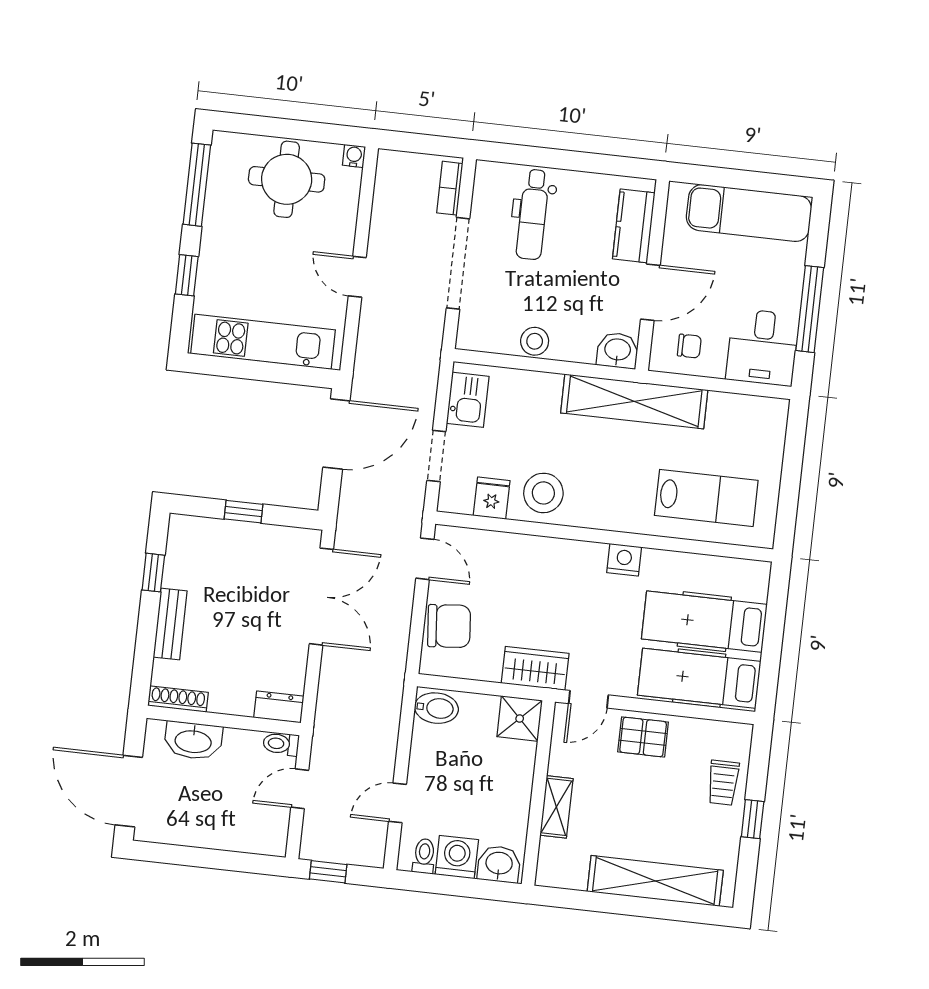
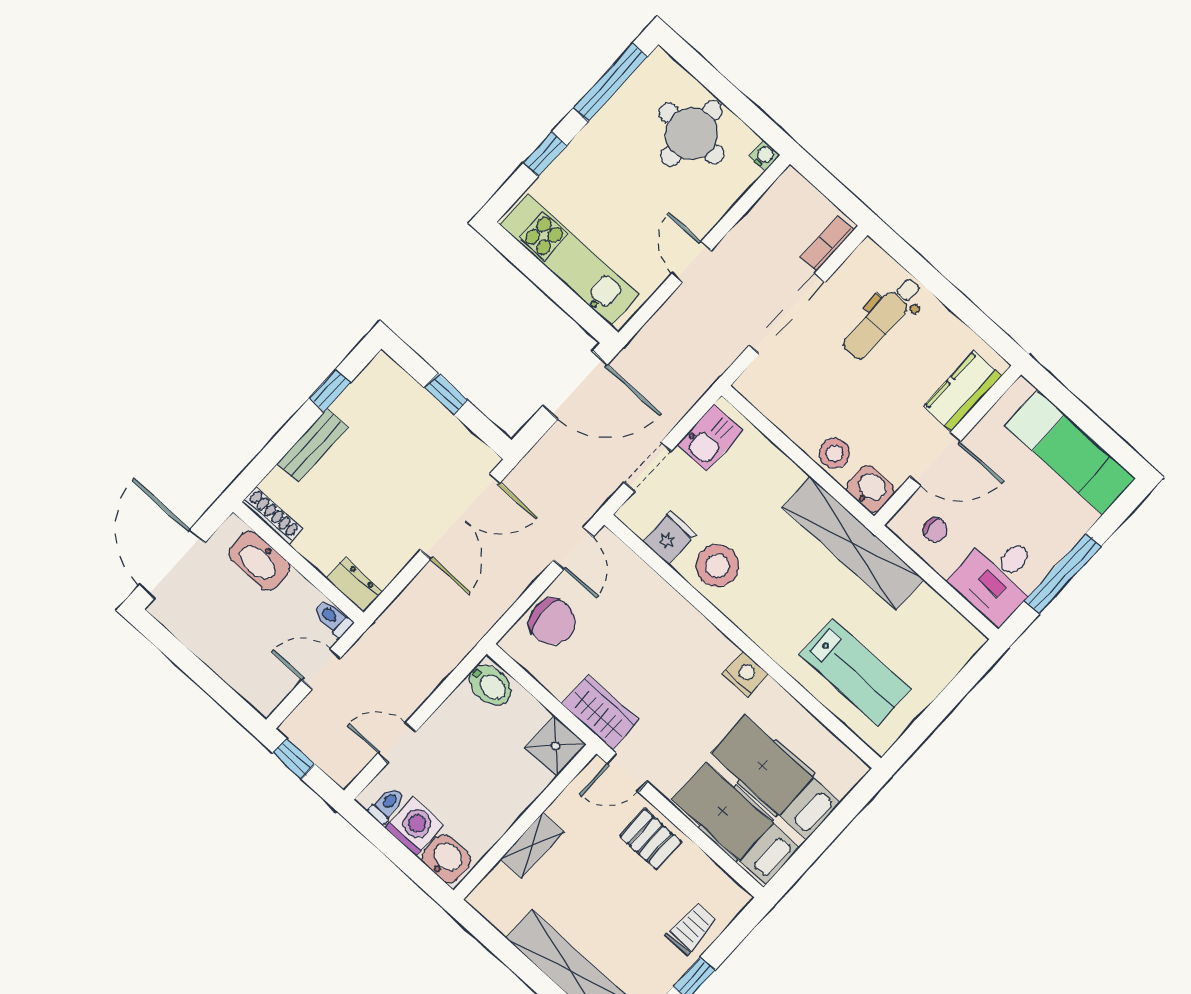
stool: (535, 341) -> (834, 453), moved
trolley: (723, 783) -> (691, 929), turned 180

